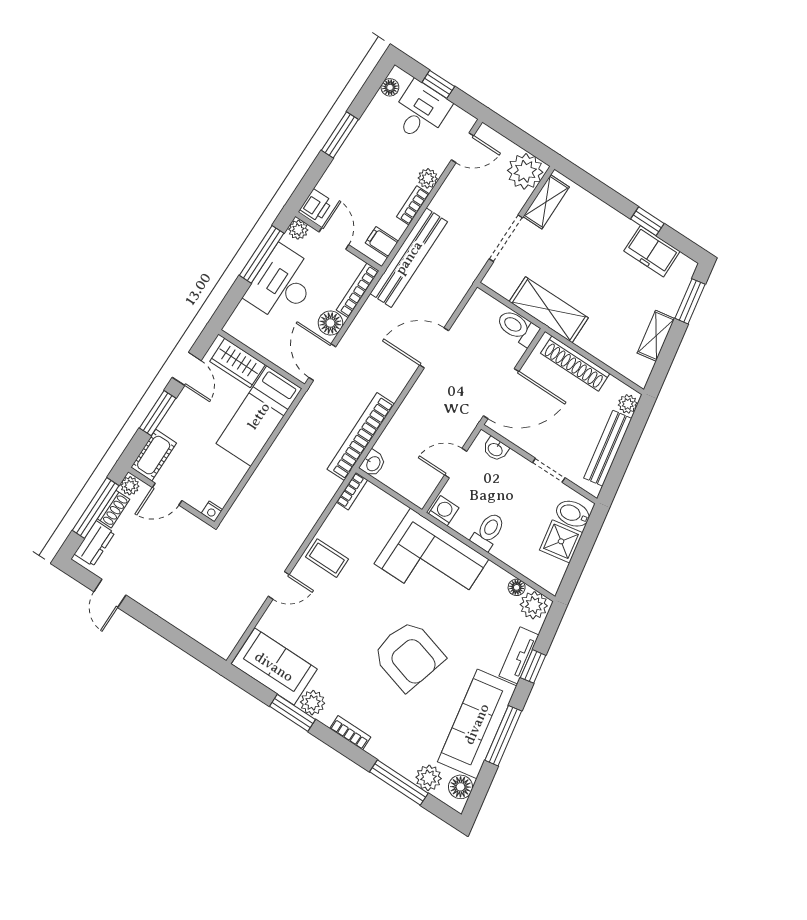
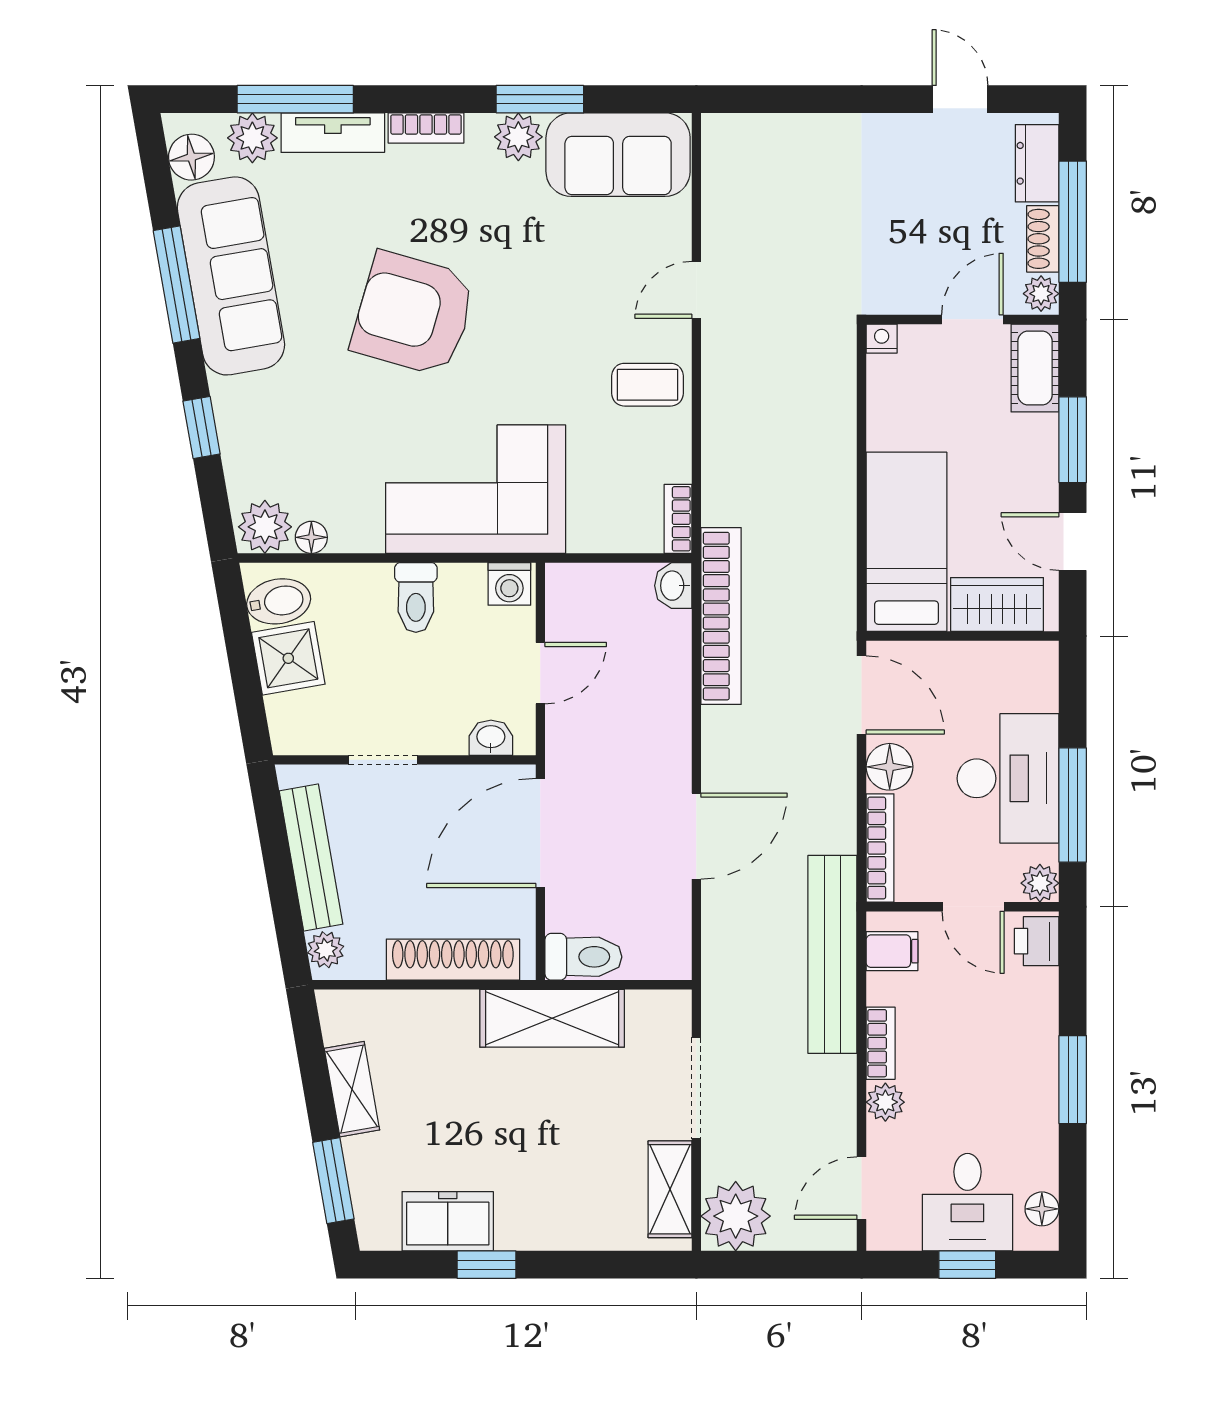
bidet: (573, 514) -> (279, 601), moved
tv unit: (519, 655) -> (333, 133), moved, turned 100

